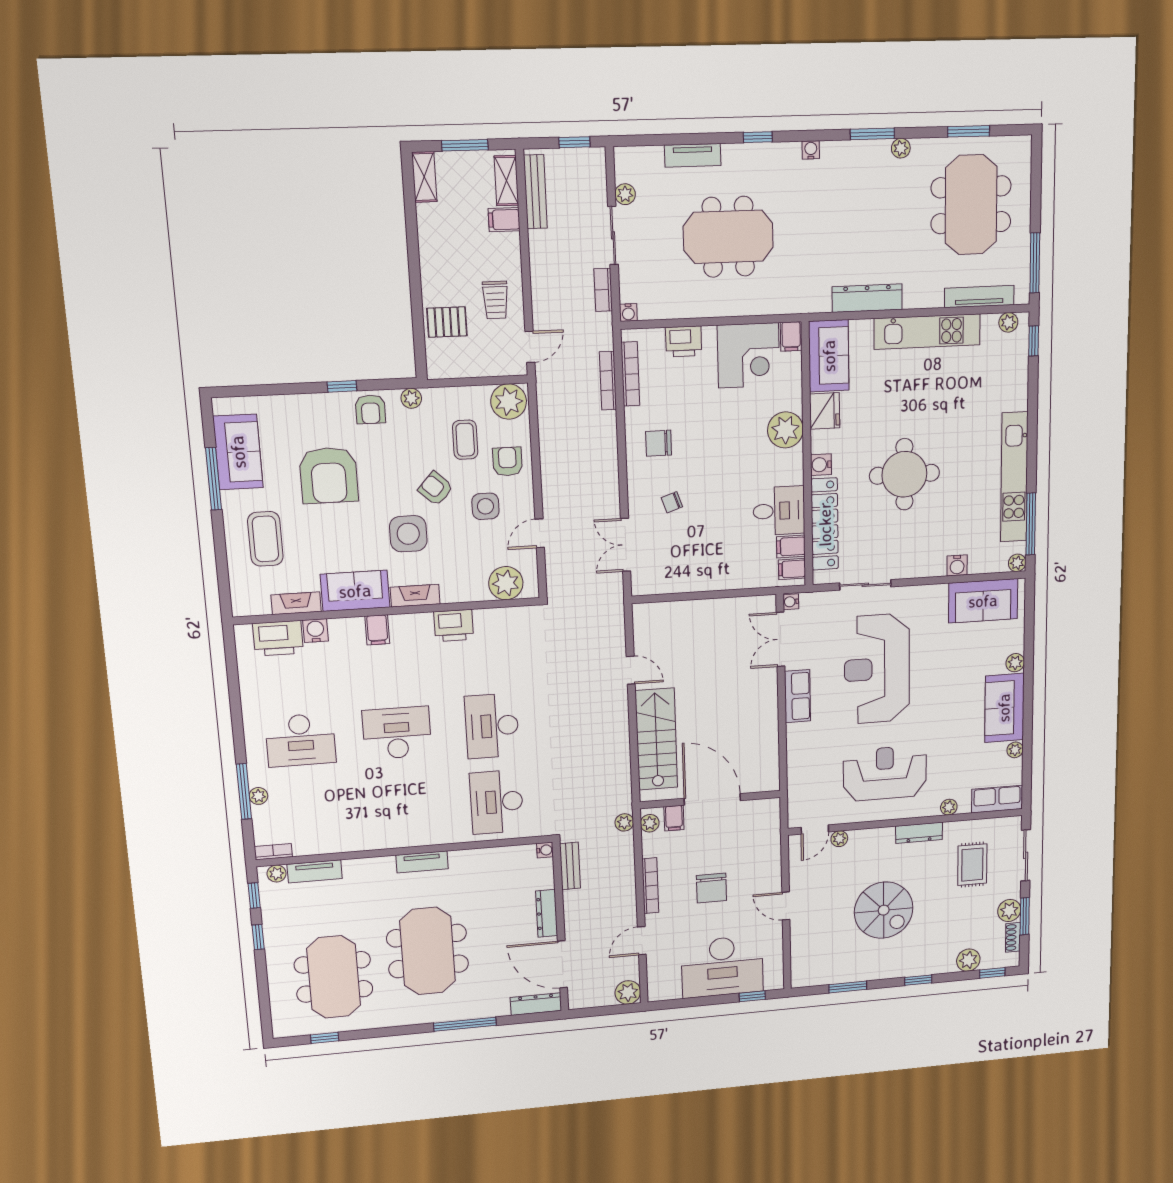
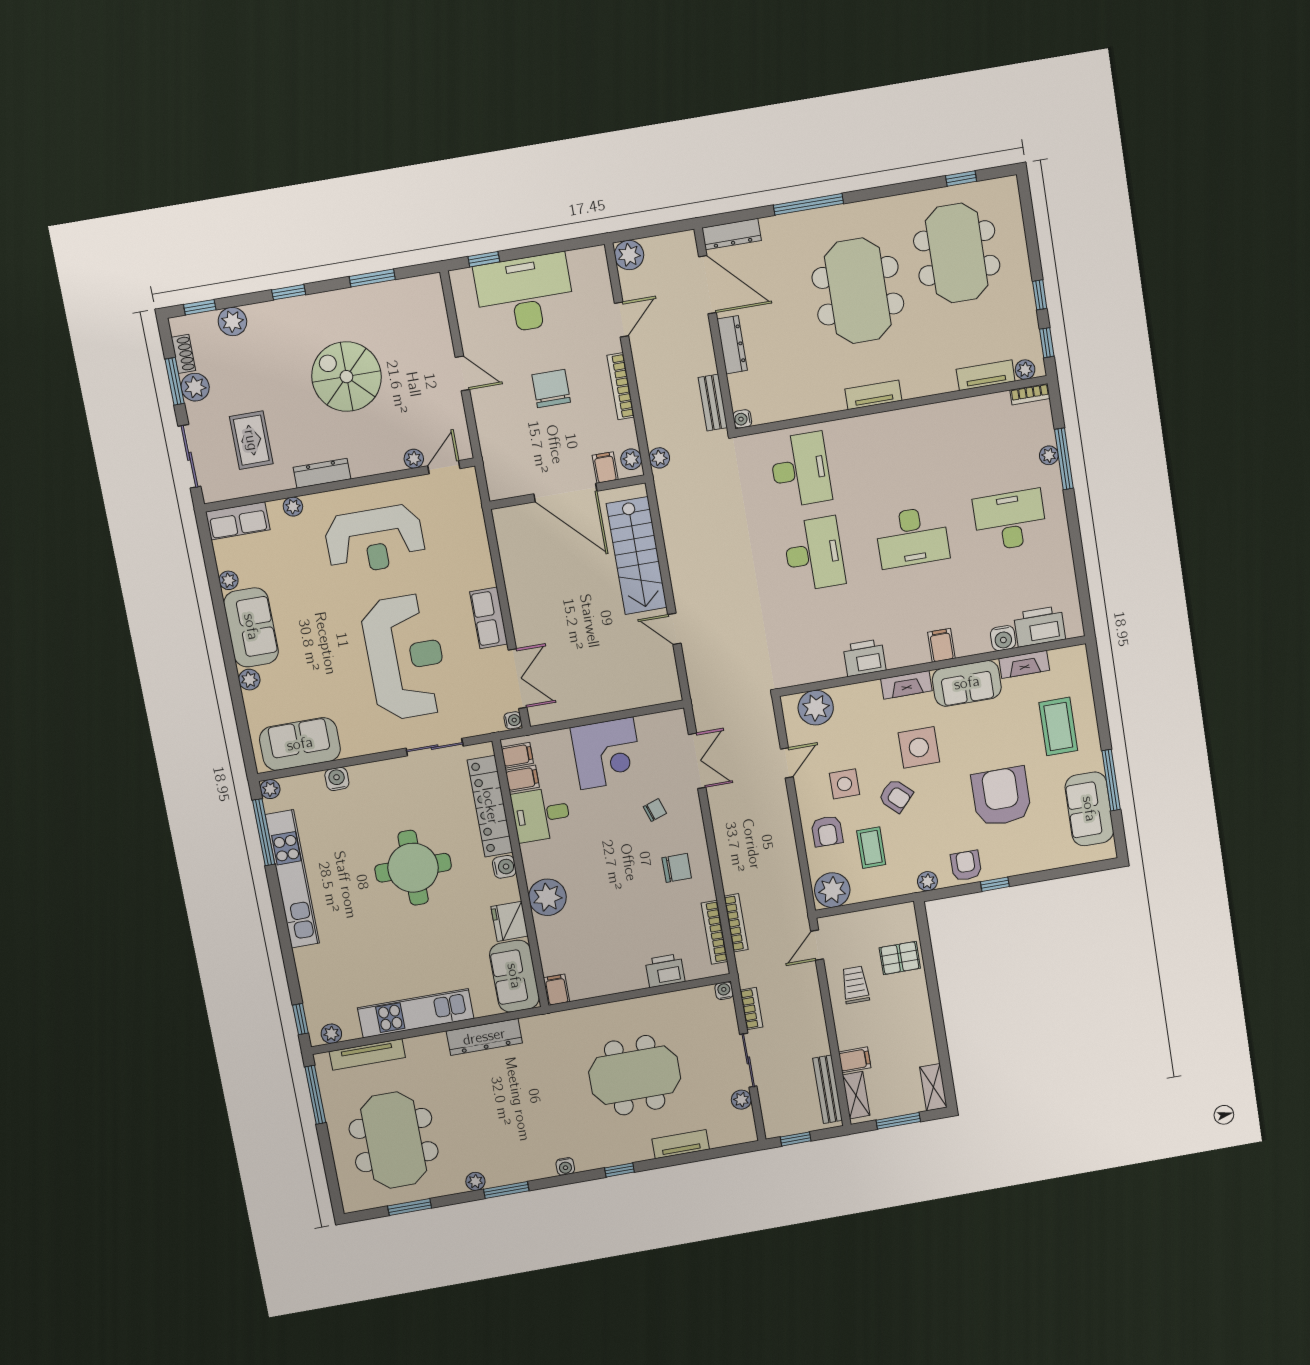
corner desk: (749, 355) -> (607, 753), moved, turned 180

